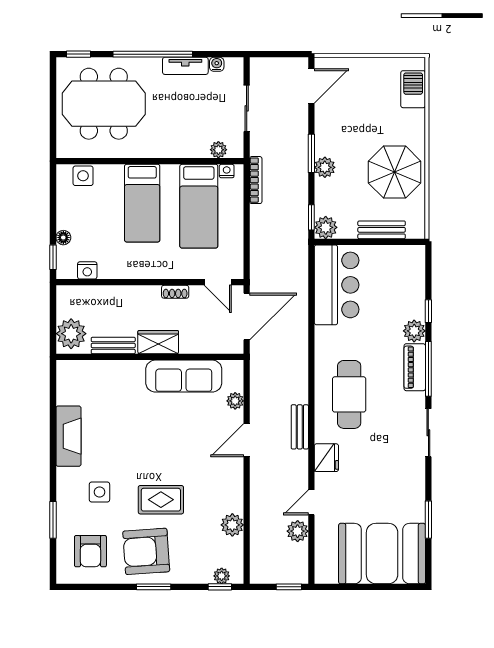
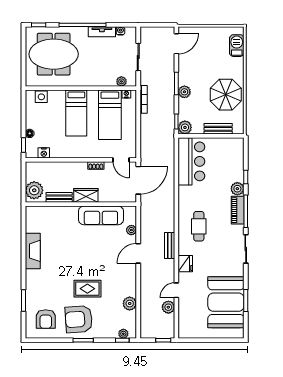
cafe table: (349, 394) -> (199, 226), width x0.73, depth x0.74
side table: (99, 492) -> (51, 284), removed
booth: (382, 554) -> (226, 302), moved, turned 90

